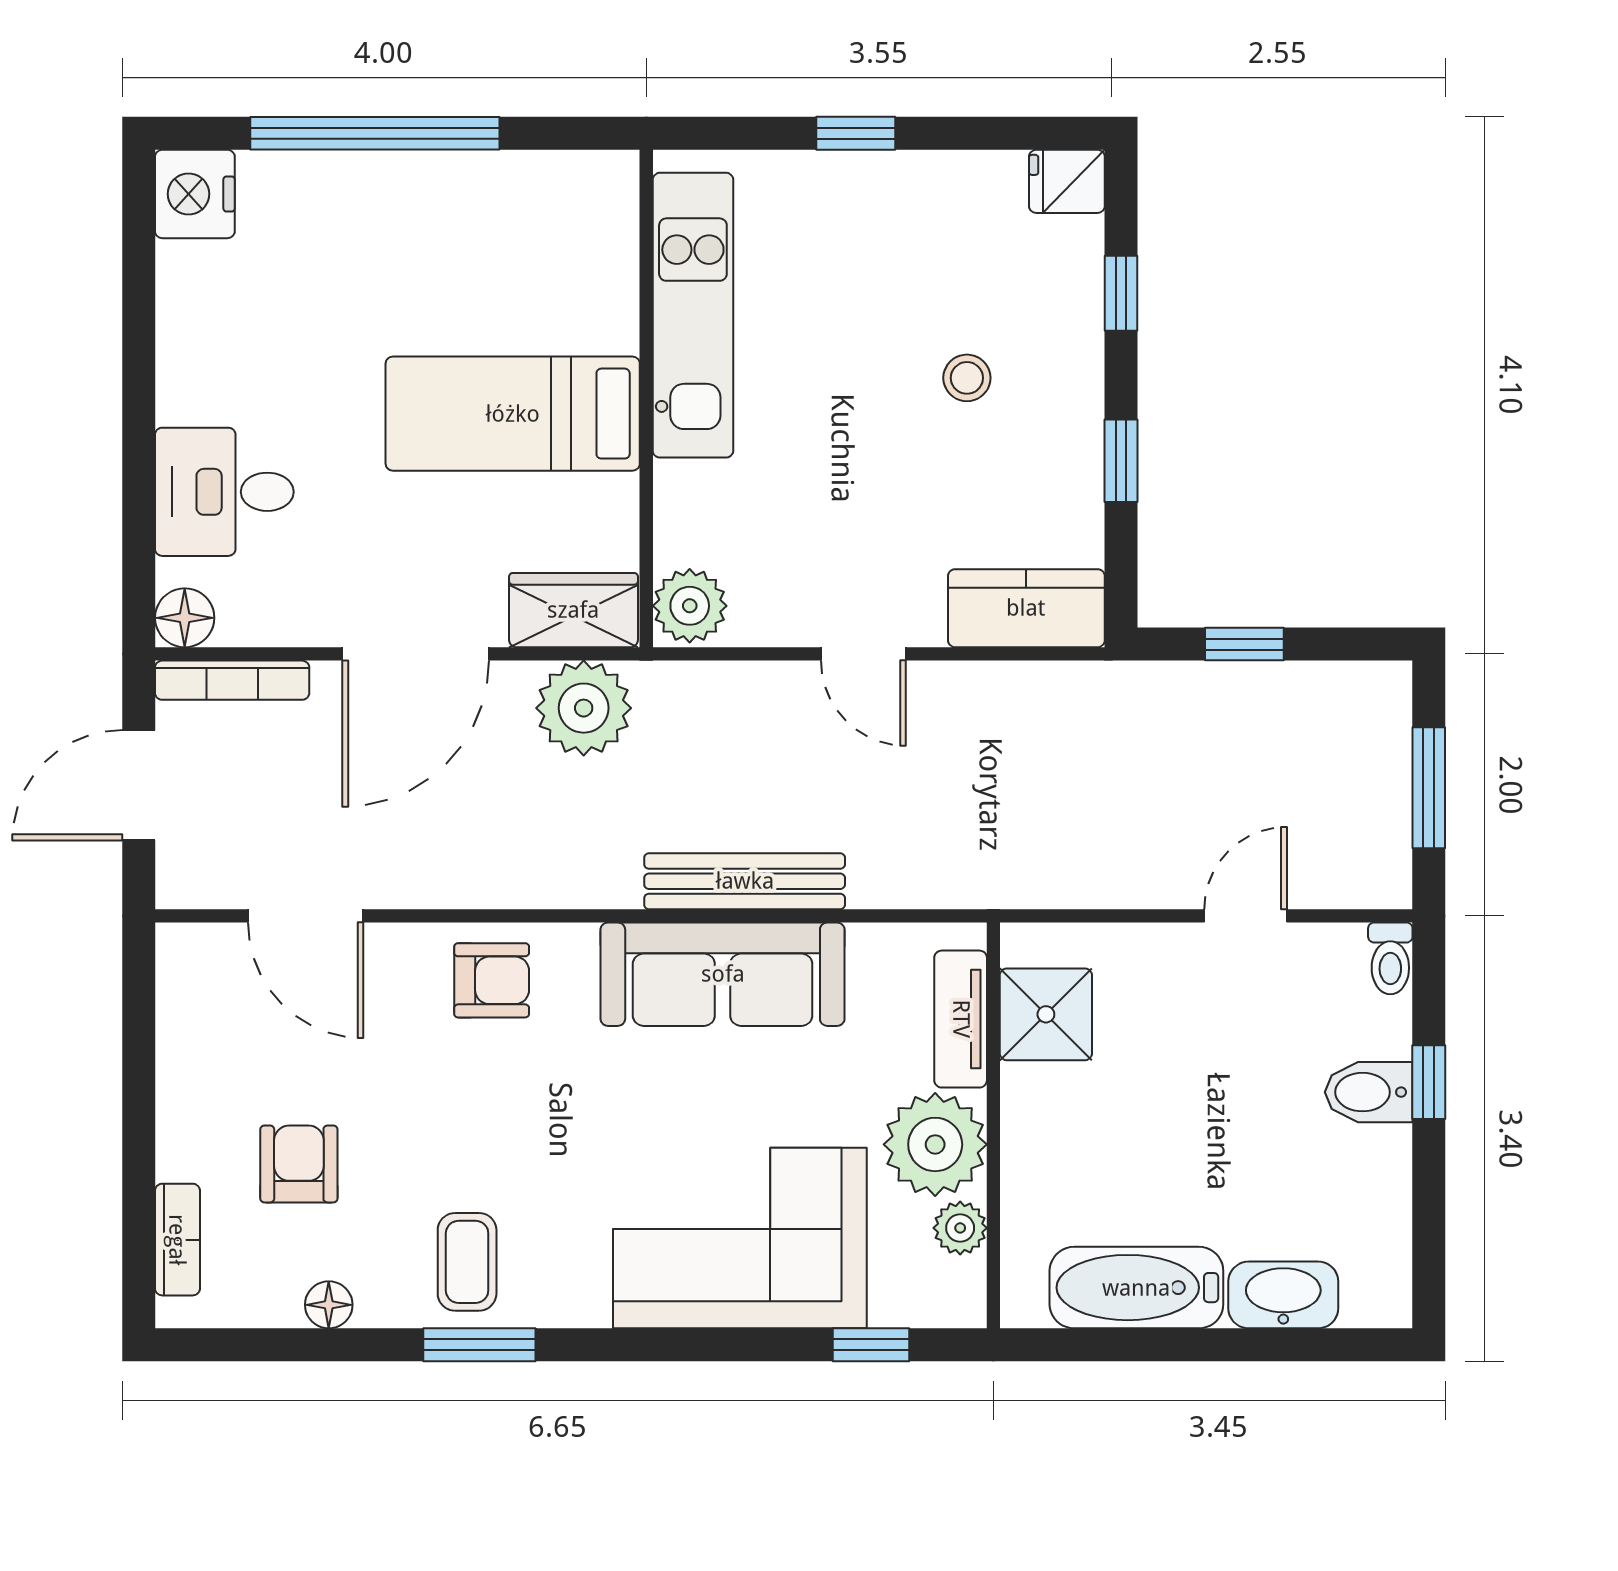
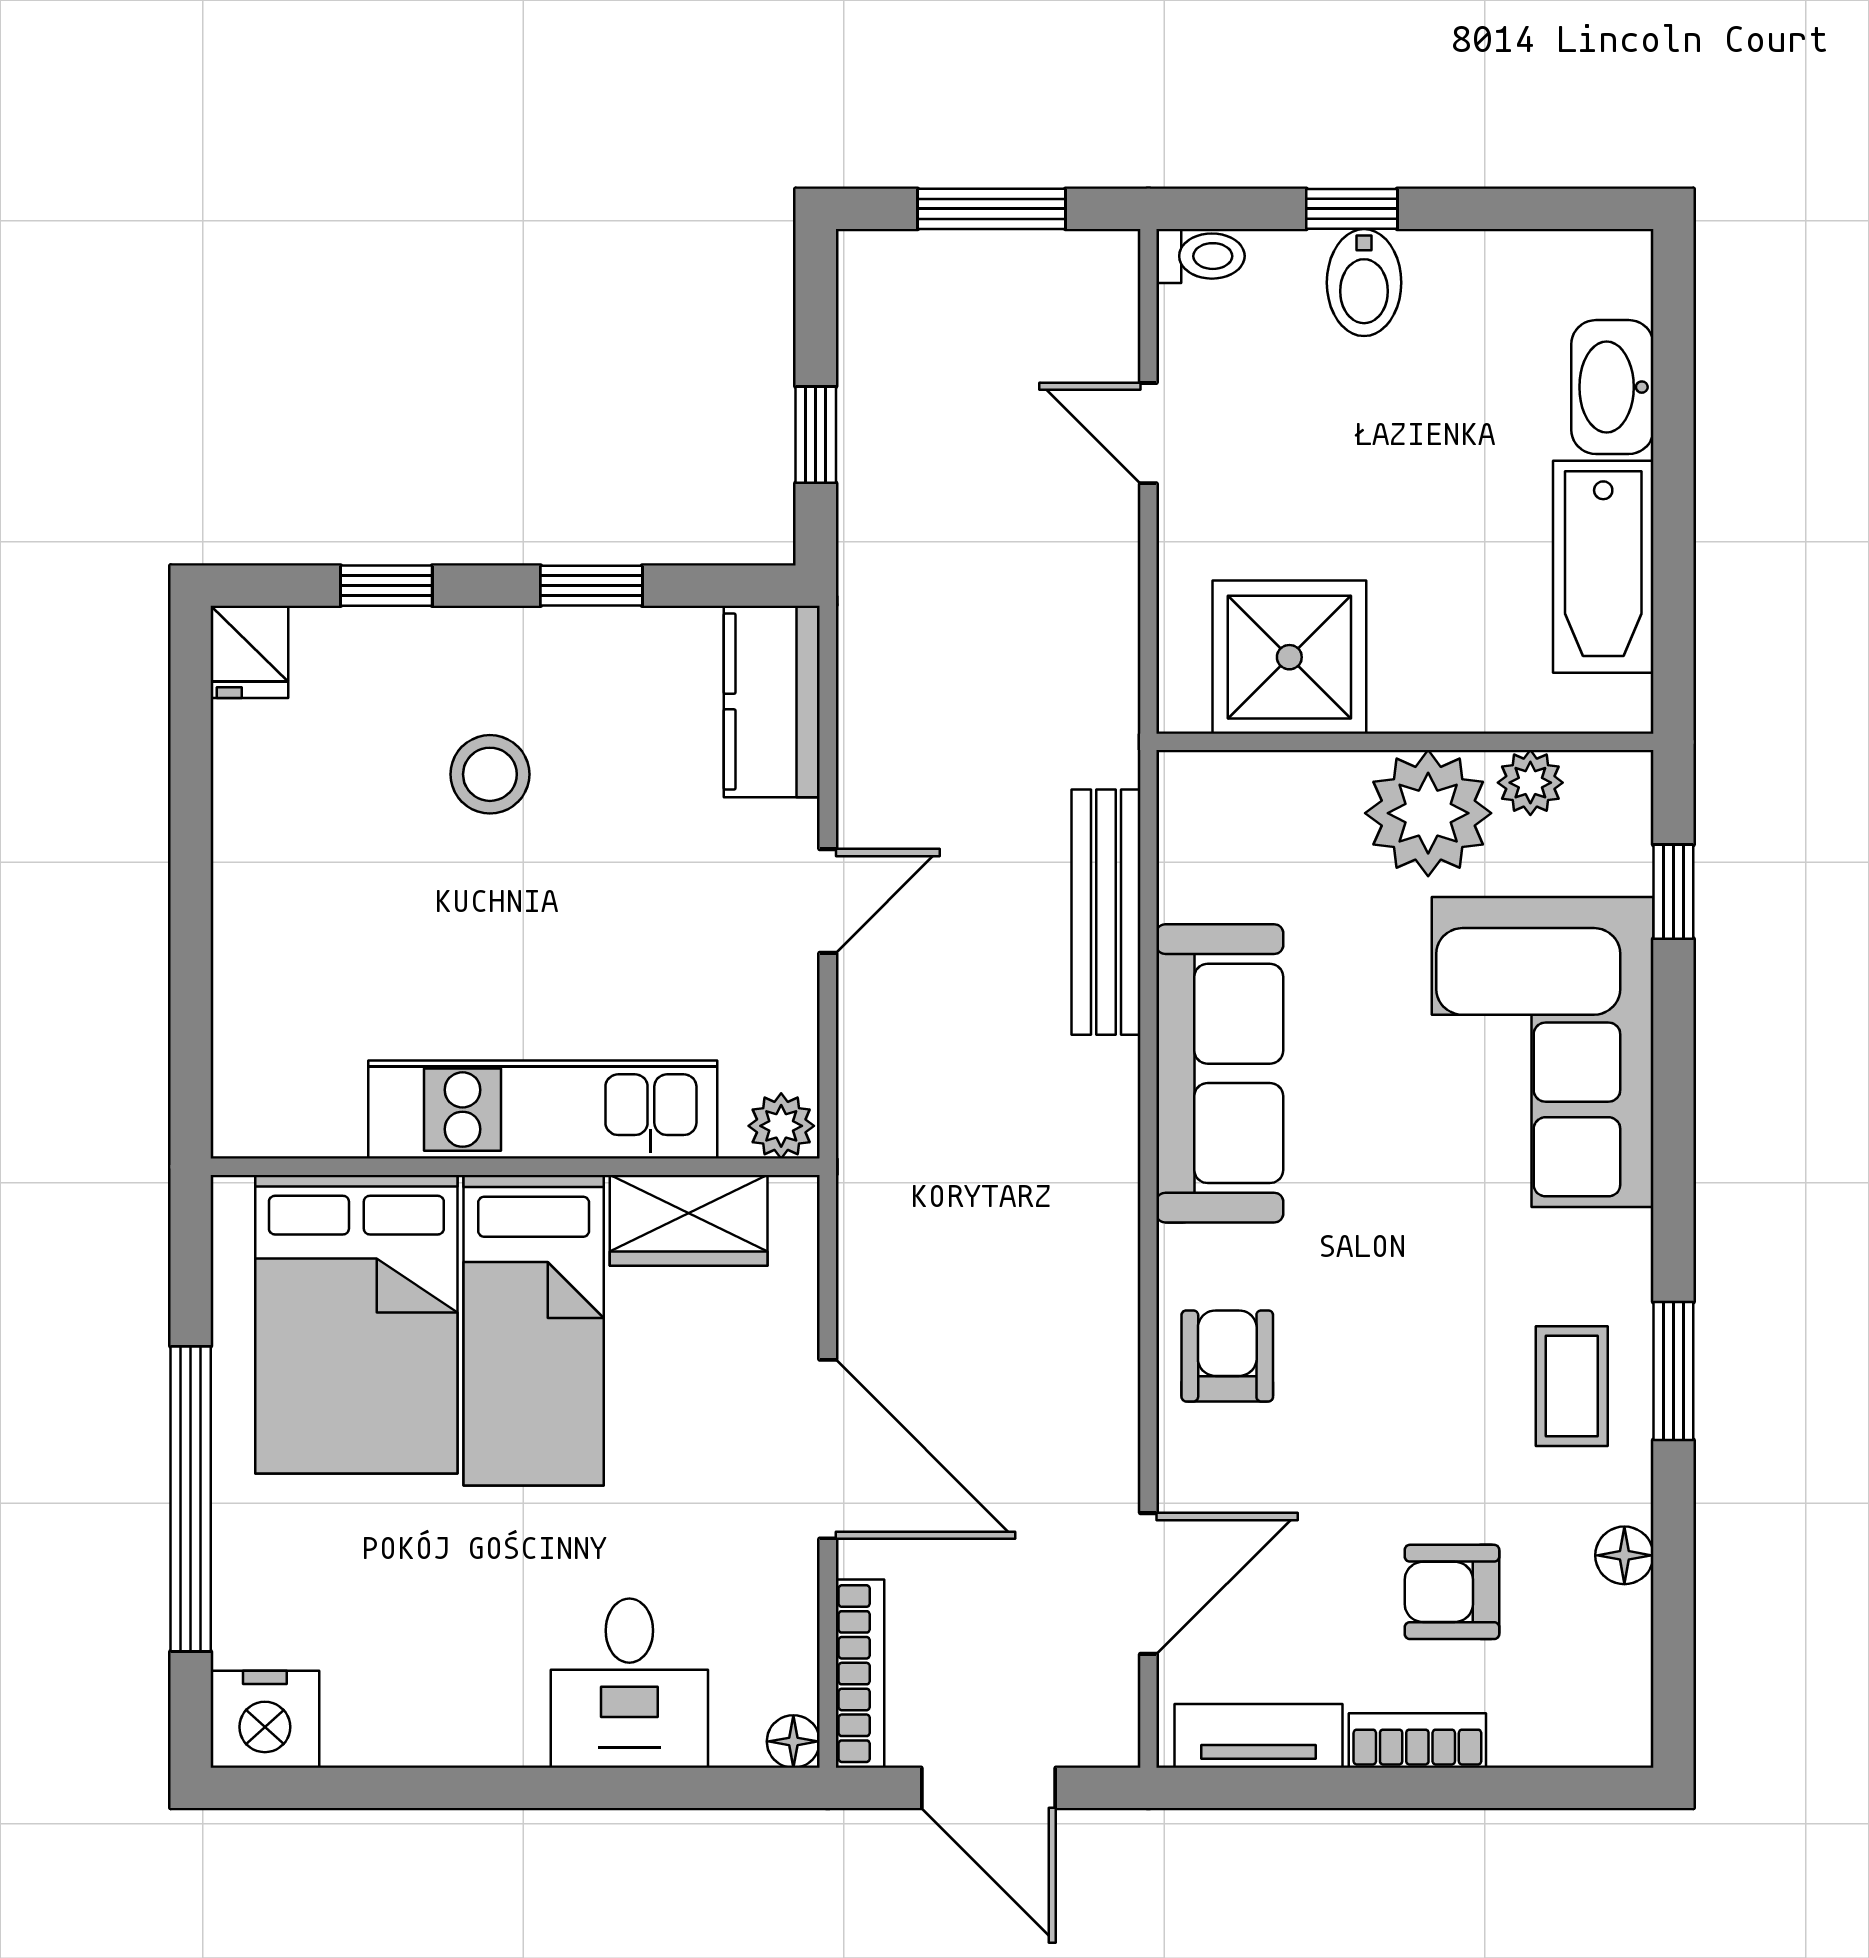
window: (856, 133) -> (191, 910), removed
bed: (518, 269) -> (356, 1324), added
kitchen unit: (693, 315) -> (543, 1110), moved
stool: (967, 378) -> (490, 774), width x1.37, depth x1.37
plant: (690, 606) -> (781, 1126), width x0.73, depth x0.73
wardrobe: (573, 610) -> (689, 1220), moved, turned -90
floor lamp: (185, 618) -> (793, 1741), width x0.73, depth x0.73
plant: (584, 708) -> (894, 1243), removed
bench: (745, 881) -> (1106, 912), moved
shower: (1046, 1014) -> (1289, 657), width x1.36, depth x1.36
tv unit: (961, 1019) -> (1259, 1736), moved, turned 180
bookcase: (177, 1240) -> (1417, 1740), moved
coffee table: (467, 1262) -> (1572, 1386), turned 90

